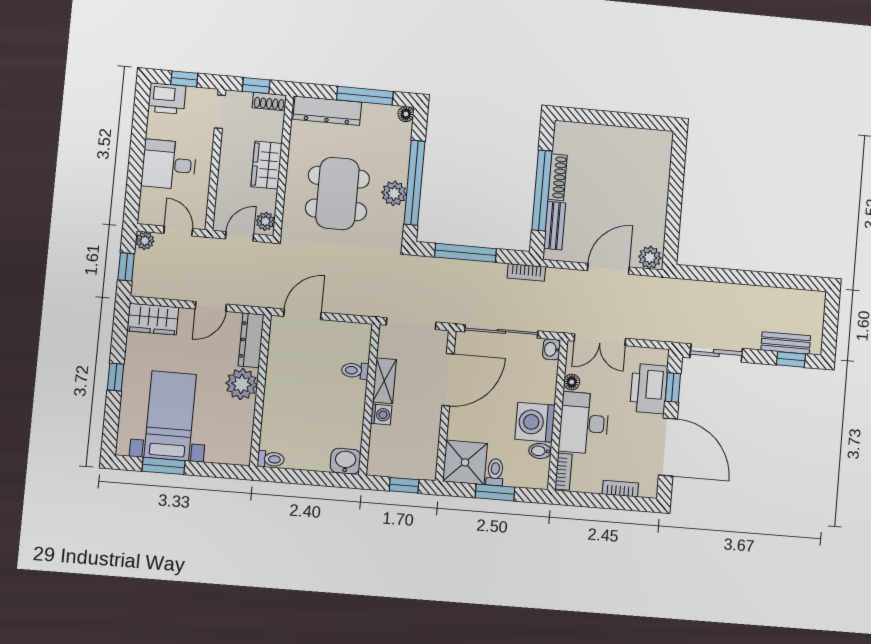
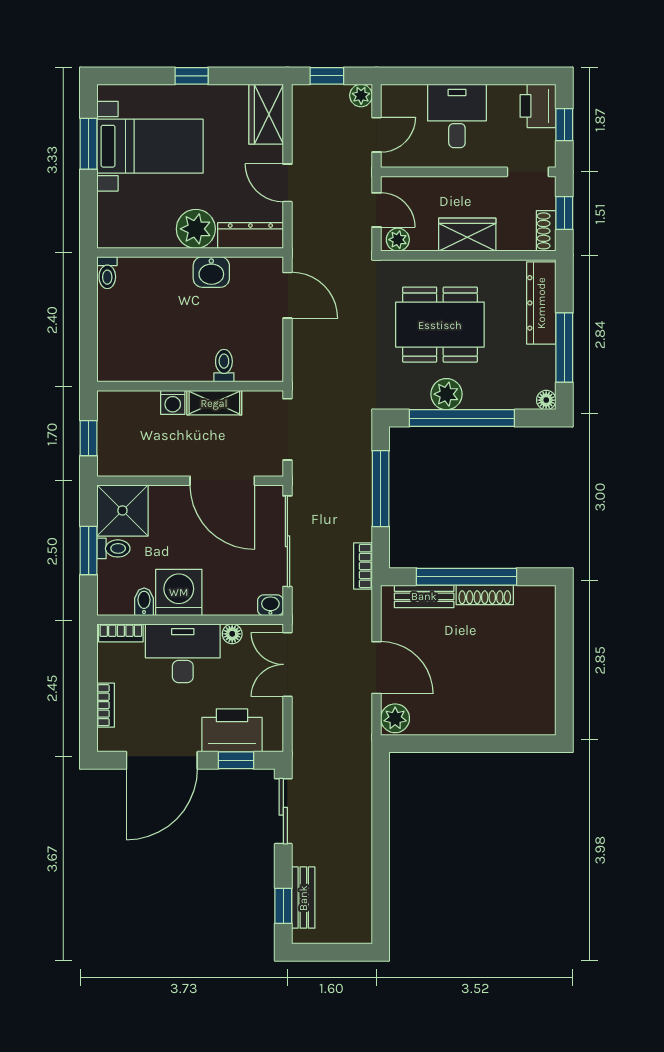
washbasin: (345, 461) -> (211, 272), moved, turned 90

